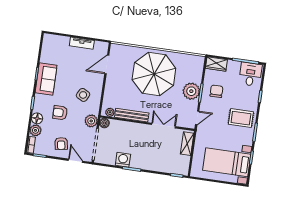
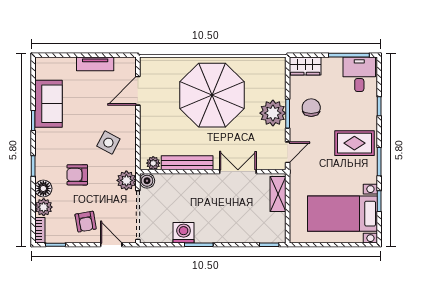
sofa: (46, 79) -> (48, 104), moved

